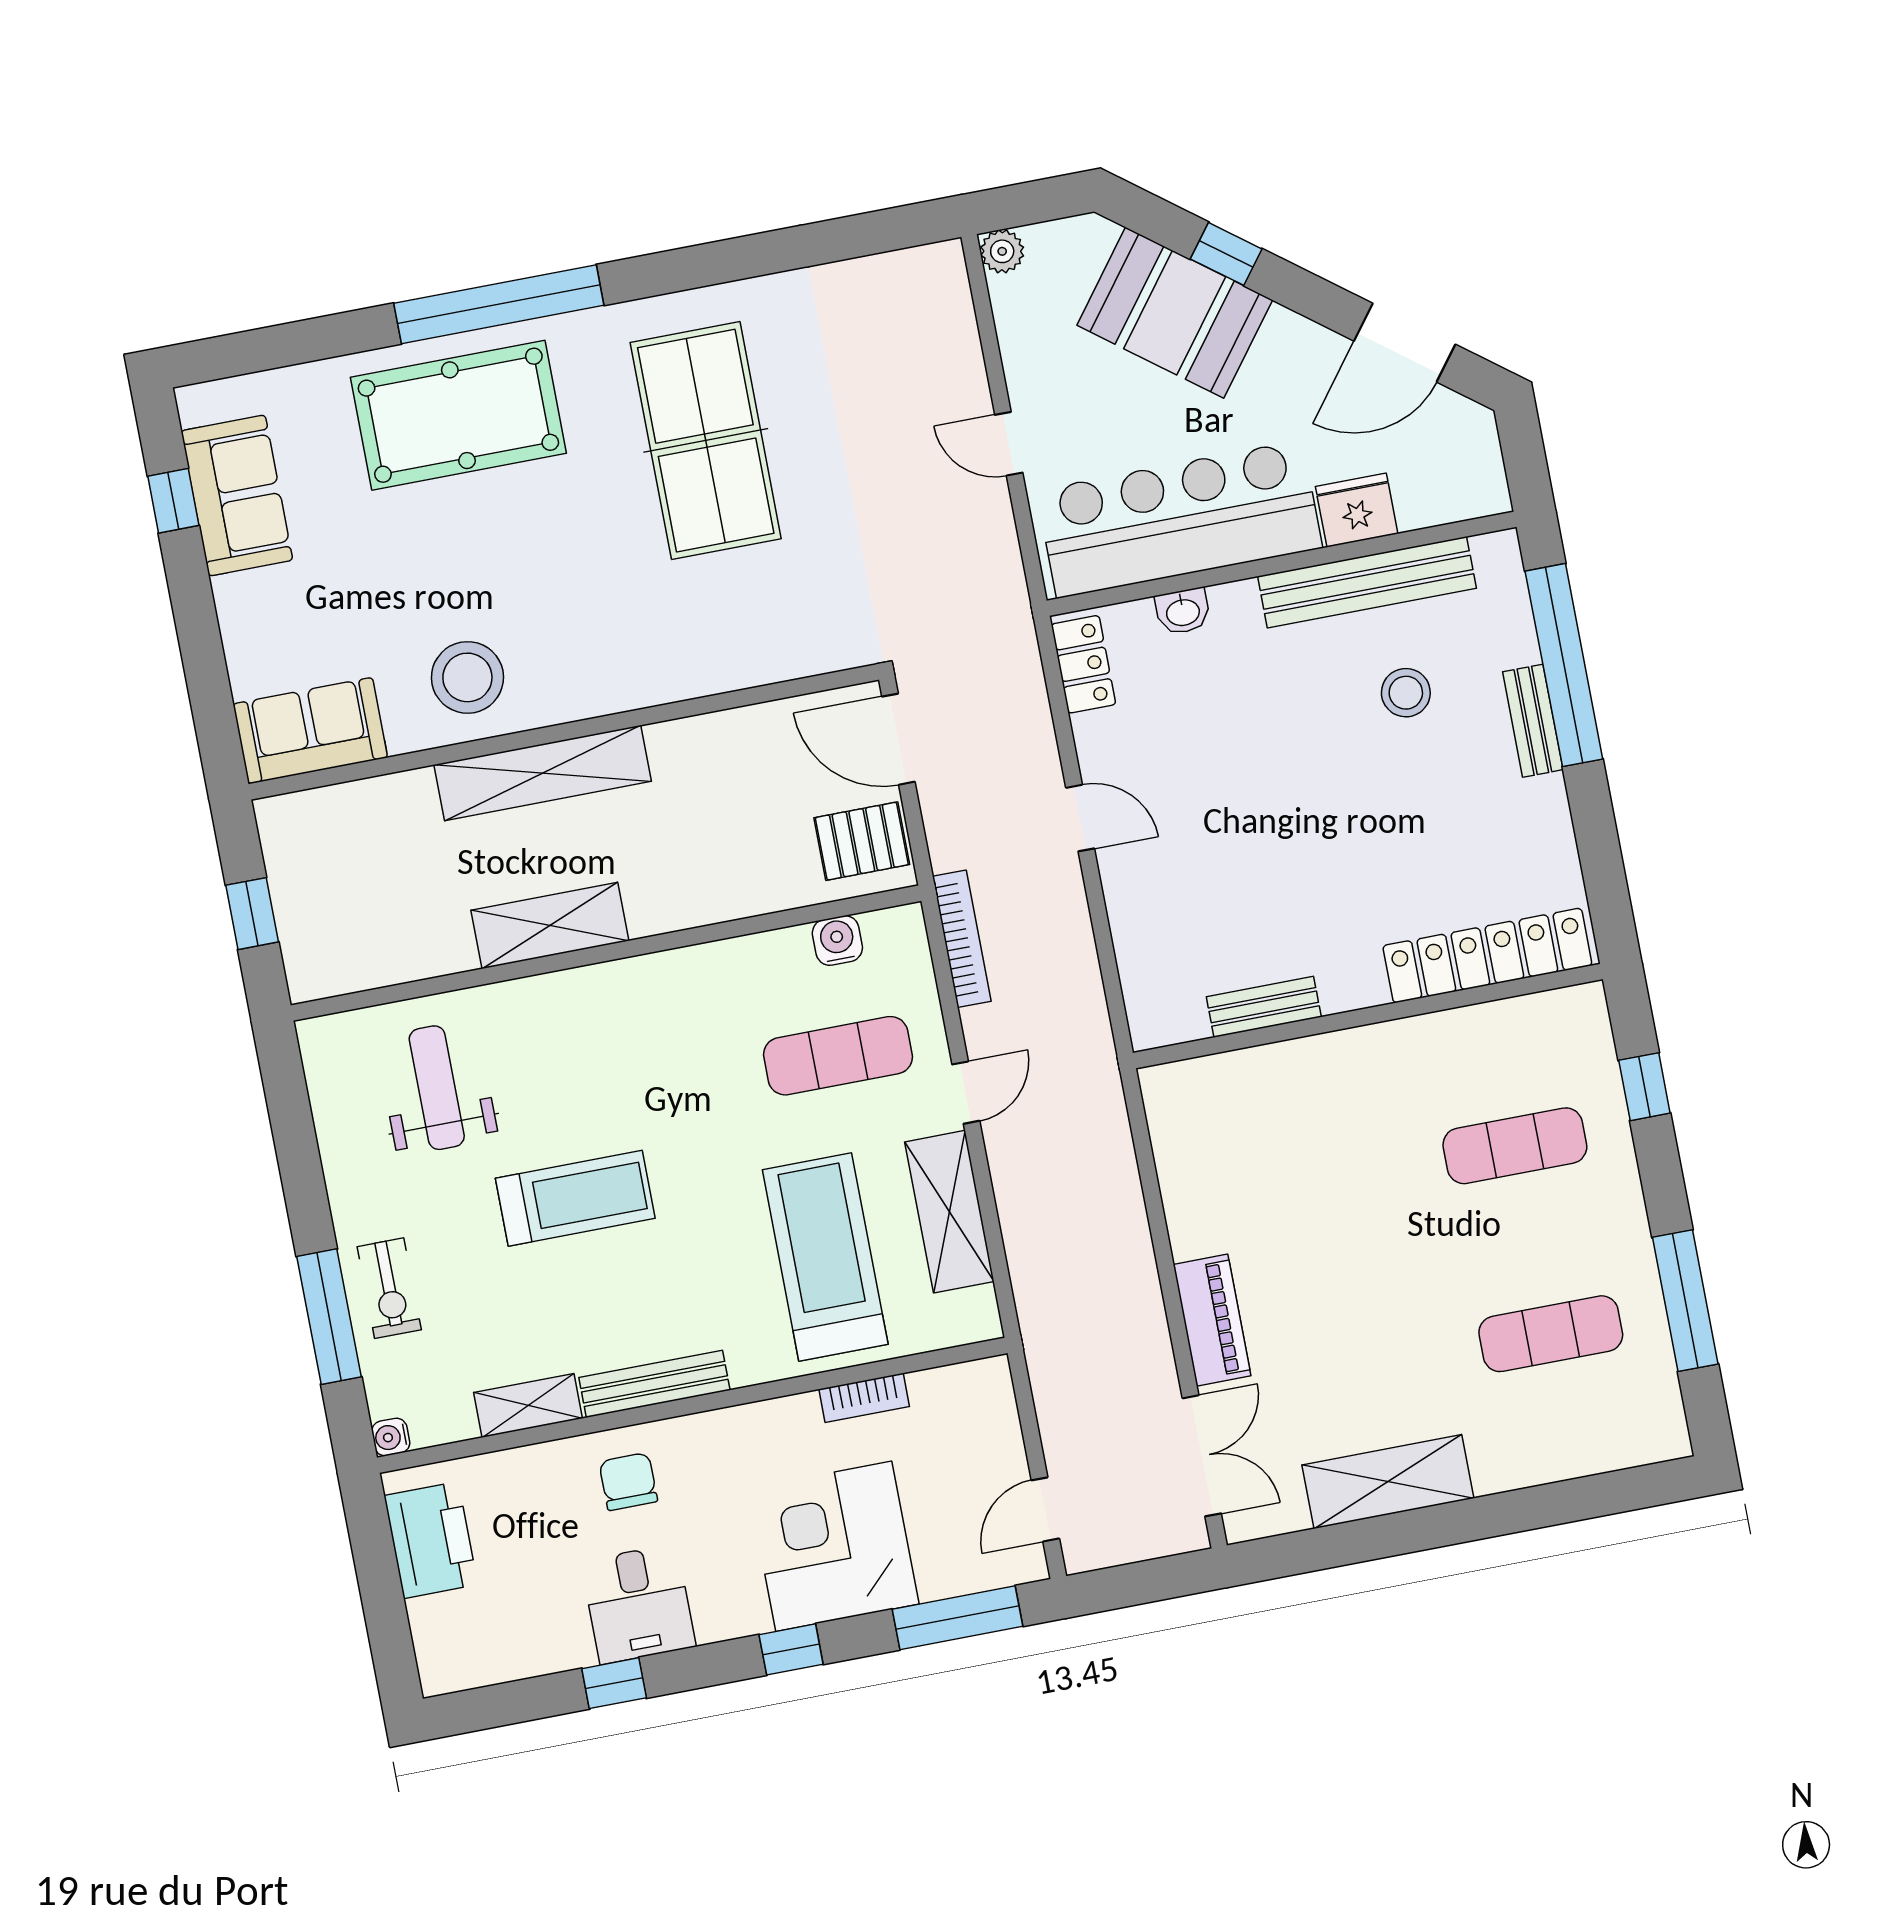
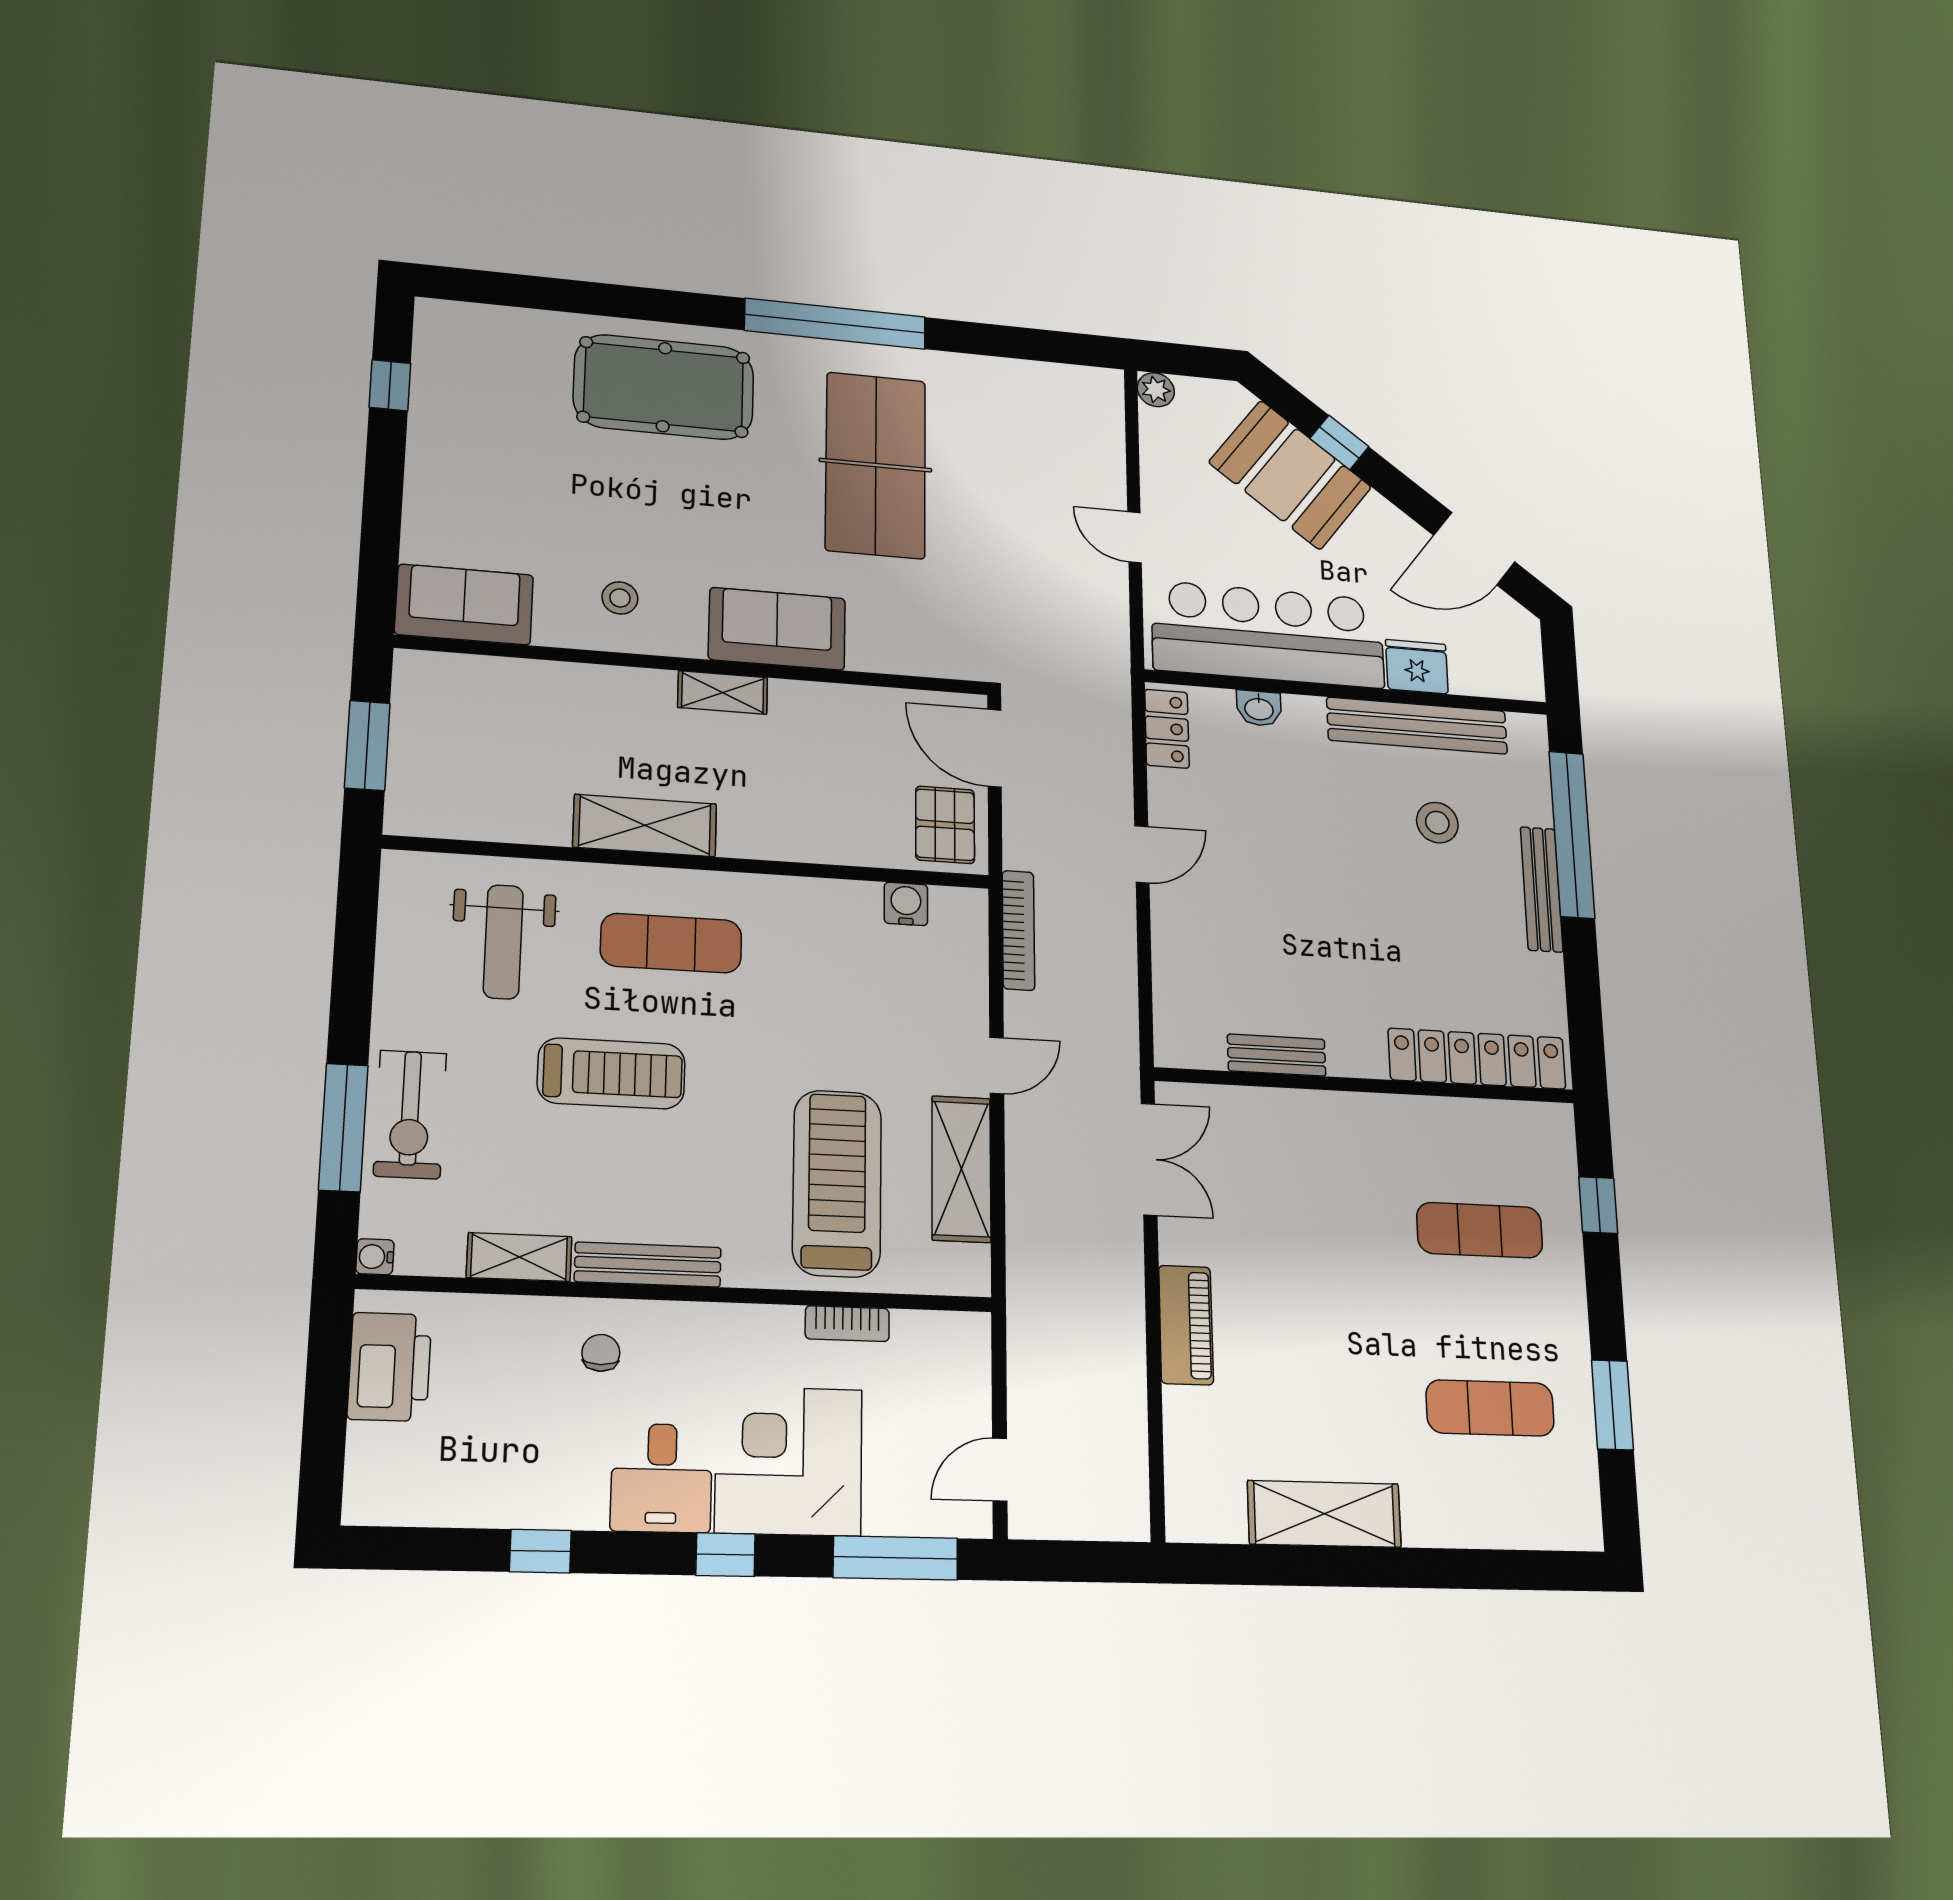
window: (499, 304) -> (835, 324), moved
sofa: (237, 495) -> (777, 629), moved, turned -90
stool: (467, 677) -> (620, 598), width x0.53, depth x0.53
bench: (1533, 721) -> (1542, 889), width x1.36
shelving: (543, 773) -> (723, 692), width x0.45, depth x0.75
door: (1080, 818) -> (1142, 854), hinge flipped
pallet: (862, 841) -> (945, 825), turned 90
window: (252, 914) -> (367, 745), width x1.50
exercise mat: (838, 1056) -> (671, 943), moved
weight bench: (437, 1088) -> (503, 942), turned 180
exercise bike: (389, 1288) -> (410, 1114), width x1.38, depth x1.39
window: (1685, 1301) -> (1612, 1405), width x0.69
double door: (1202, 1456) -> (1149, 1159), moved
chair: (628, 1482) -> (601, 1353), width x0.73, depth x0.73
desk: (638, 1604) -> (662, 1478), moved

